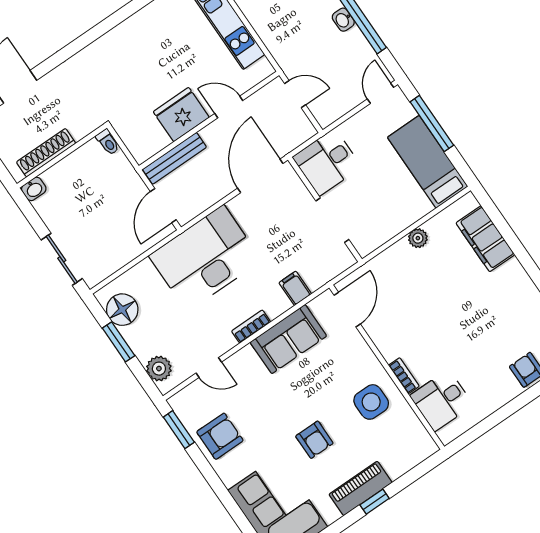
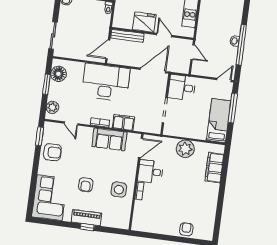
plant: (418, 238) -> (185, 149), width x1.88, depth x1.88
filing cabinet: (295, 288) -> (123, 122), width x2.00
desk: (441, 400) -> (150, 172), moved

